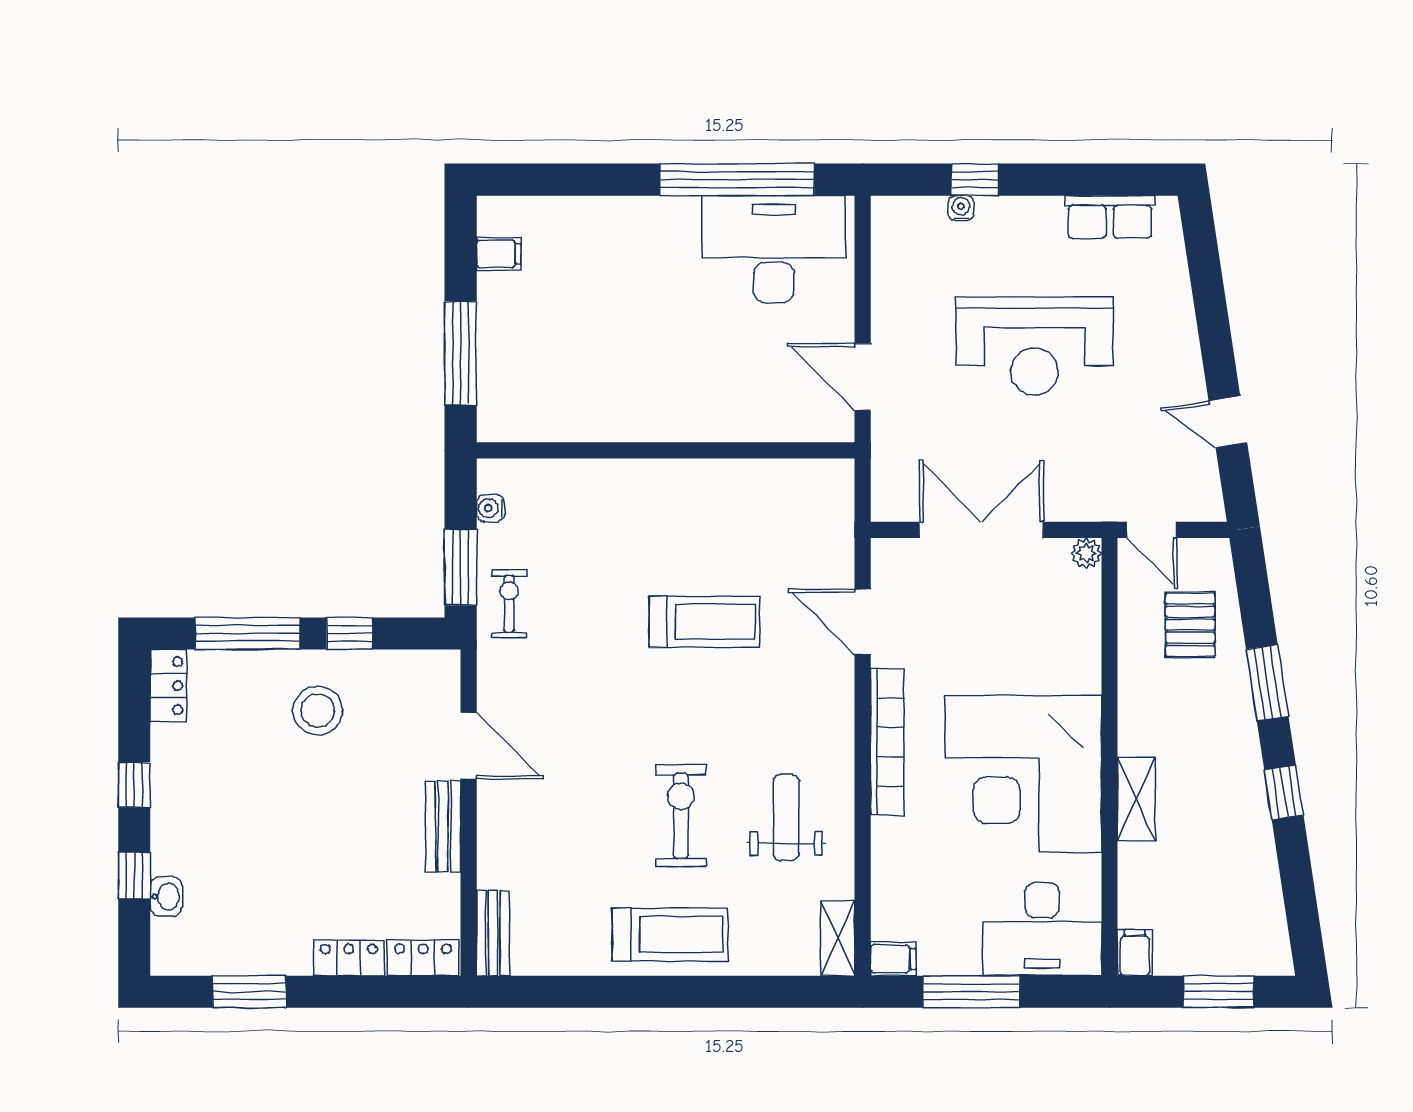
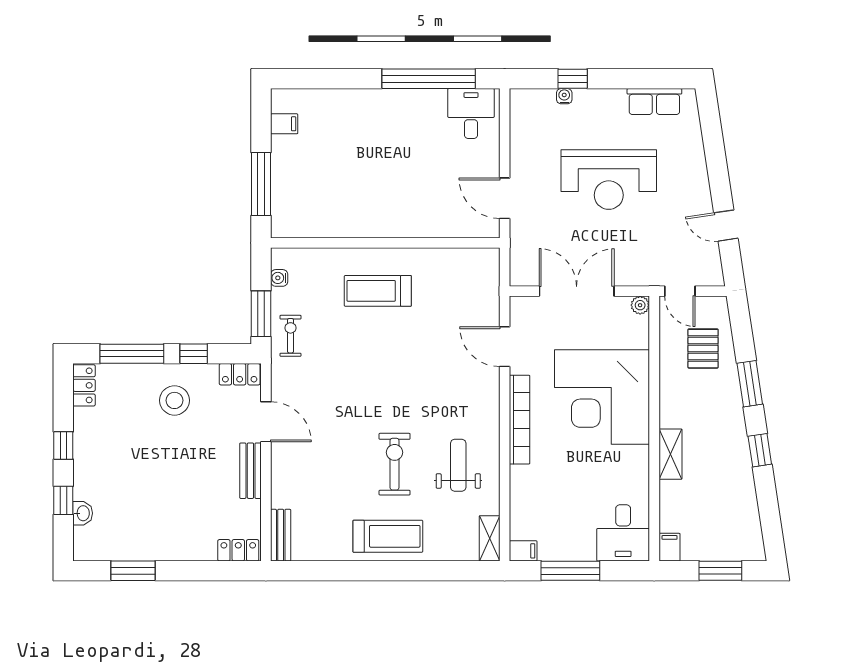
desk: (774, 249) -> (471, 114), width x0.53, depth x0.77
treadmill: (704, 622) -> (378, 291), moved, turned 180
corner desk: (1023, 774) -> (602, 397), moved
desk: (1042, 929) -> (623, 533), width x0.73
locker: (349, 958) -> (240, 374), moved, turned 180

